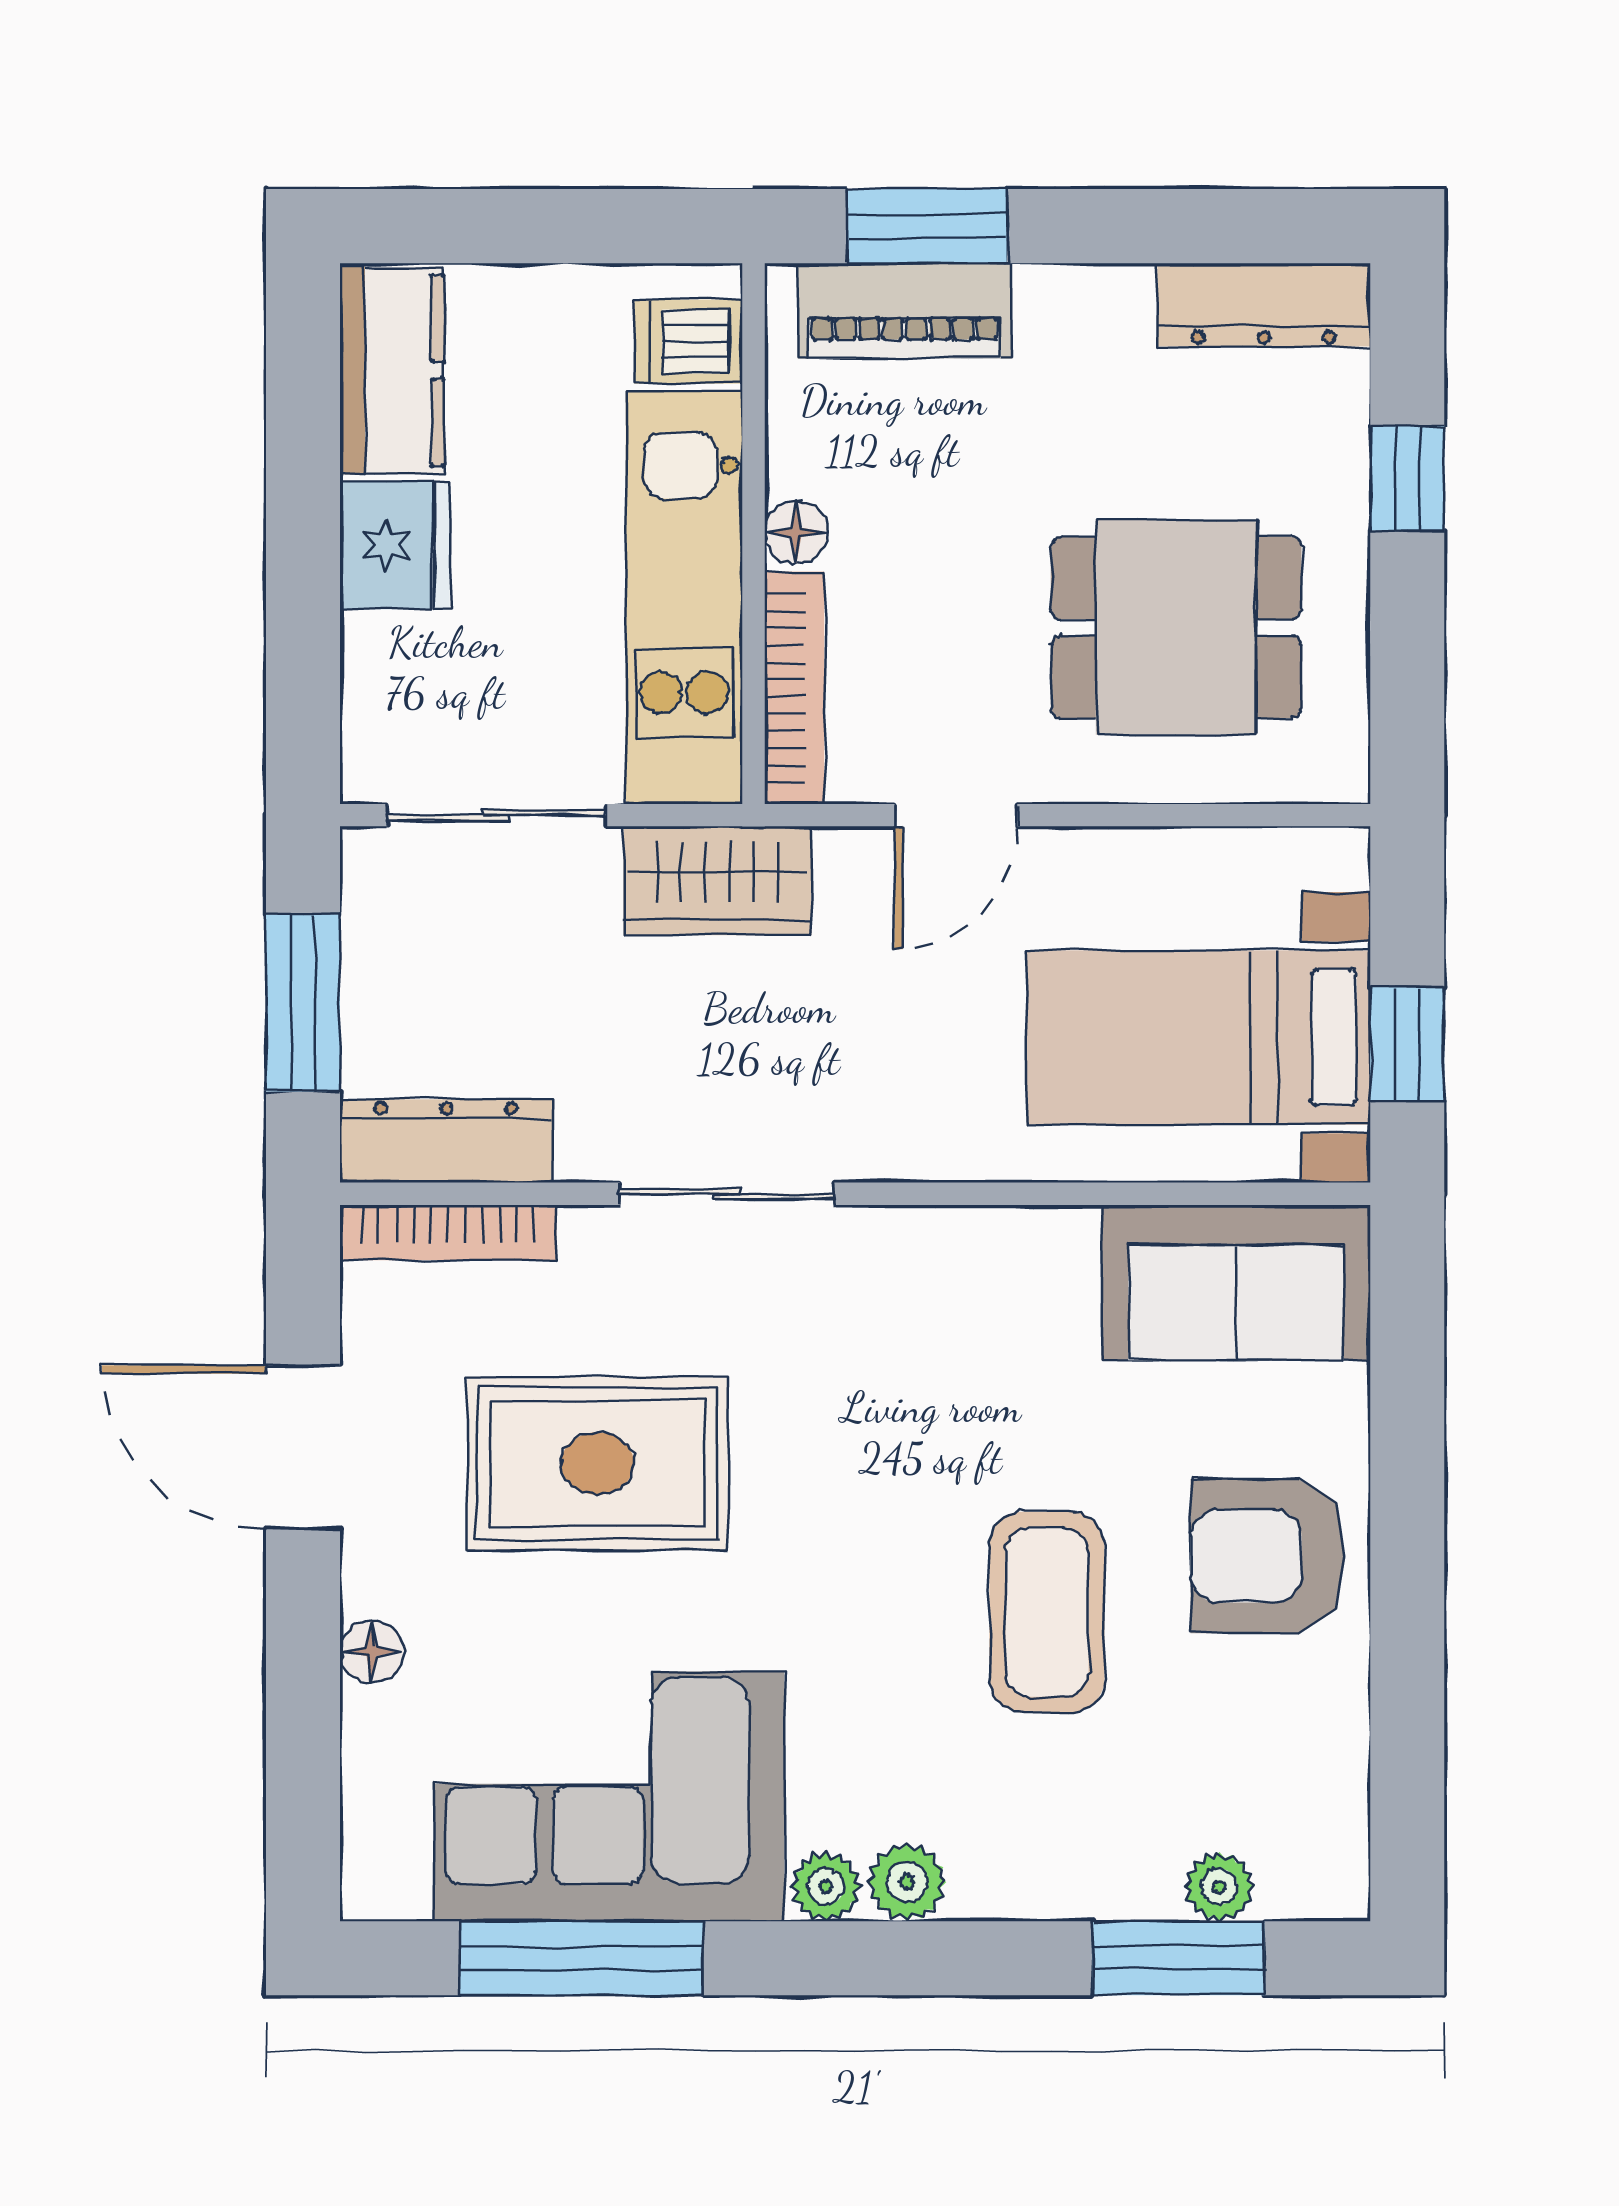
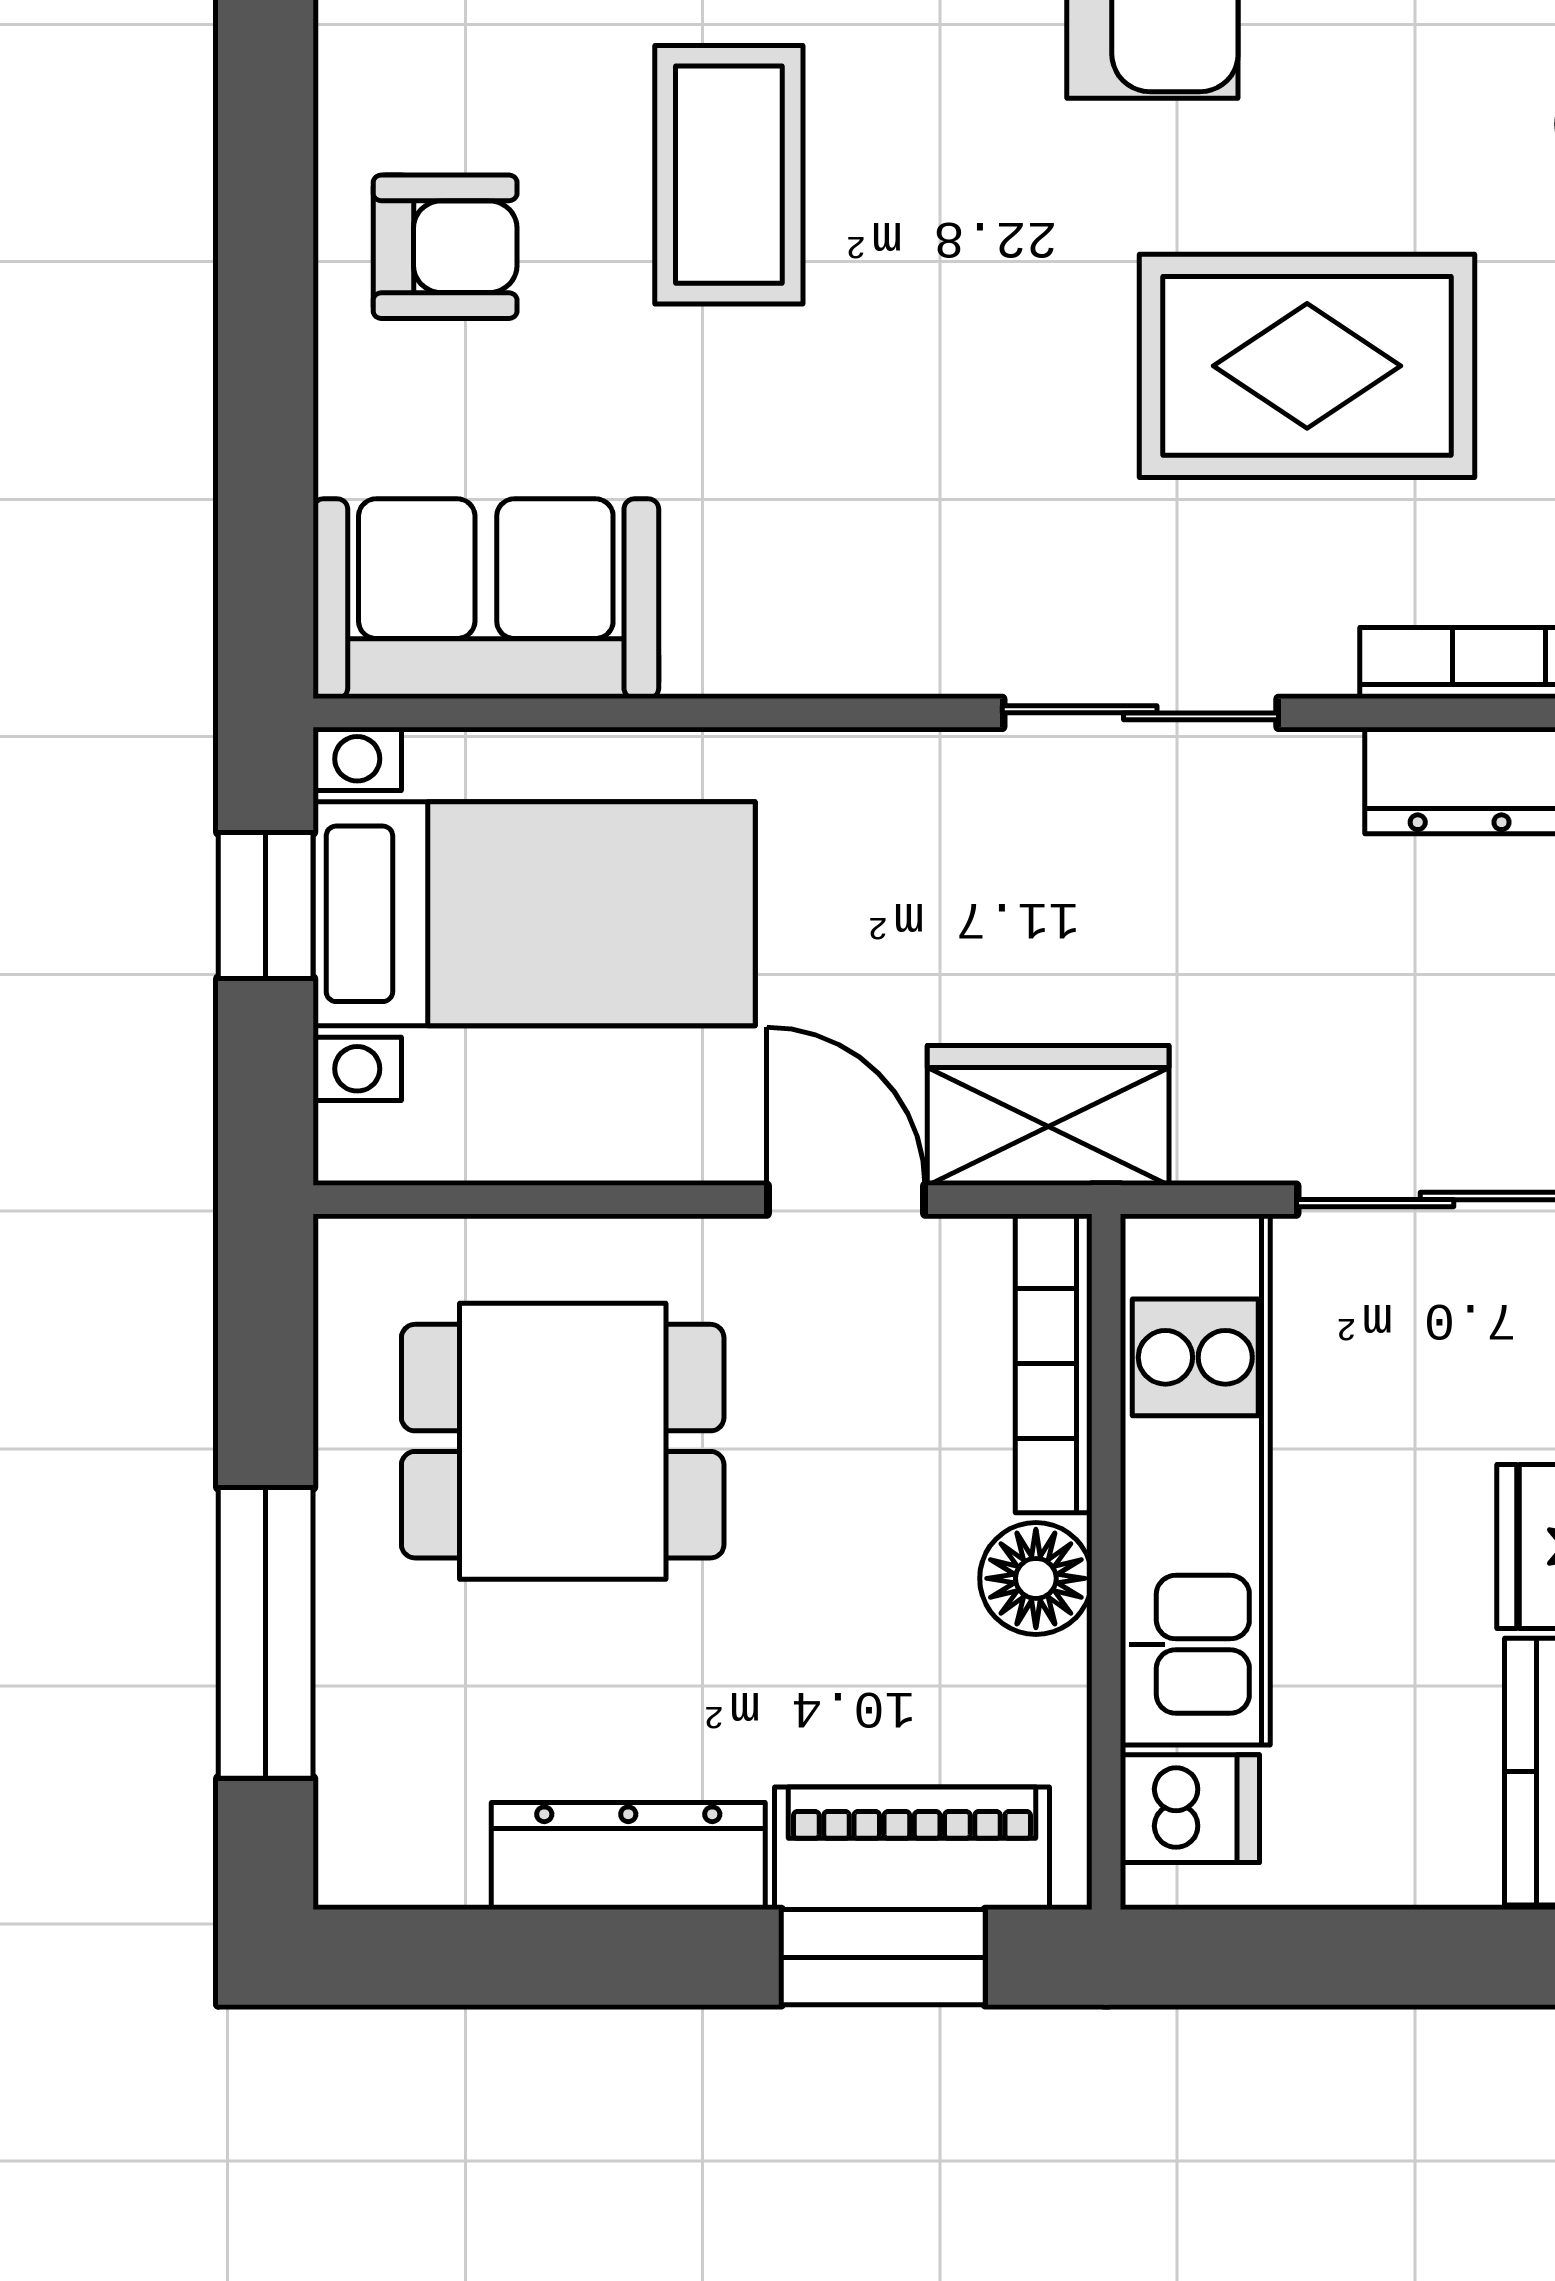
dresser: (1264, 305) -> (628, 1856), moved
window: (1407, 478) -> (266, 1633), width x2.17
floor lamp: (796, 532) -> (1036, 1578), width x1.37, depth x1.37
door: (956, 815) -> (846, 1200), hinge flipped
wardrobe: (717, 881) -> (1048, 1115), moved
armchair: (1268, 1556) -> (445, 247), width x0.72, depth x0.72

